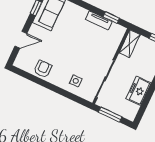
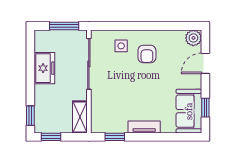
tv unit: (99, 20) -> (144, 127), moved
plant: (21, 62) -> (193, 38), added
armchair: (43, 69) -> (147, 54), moved

